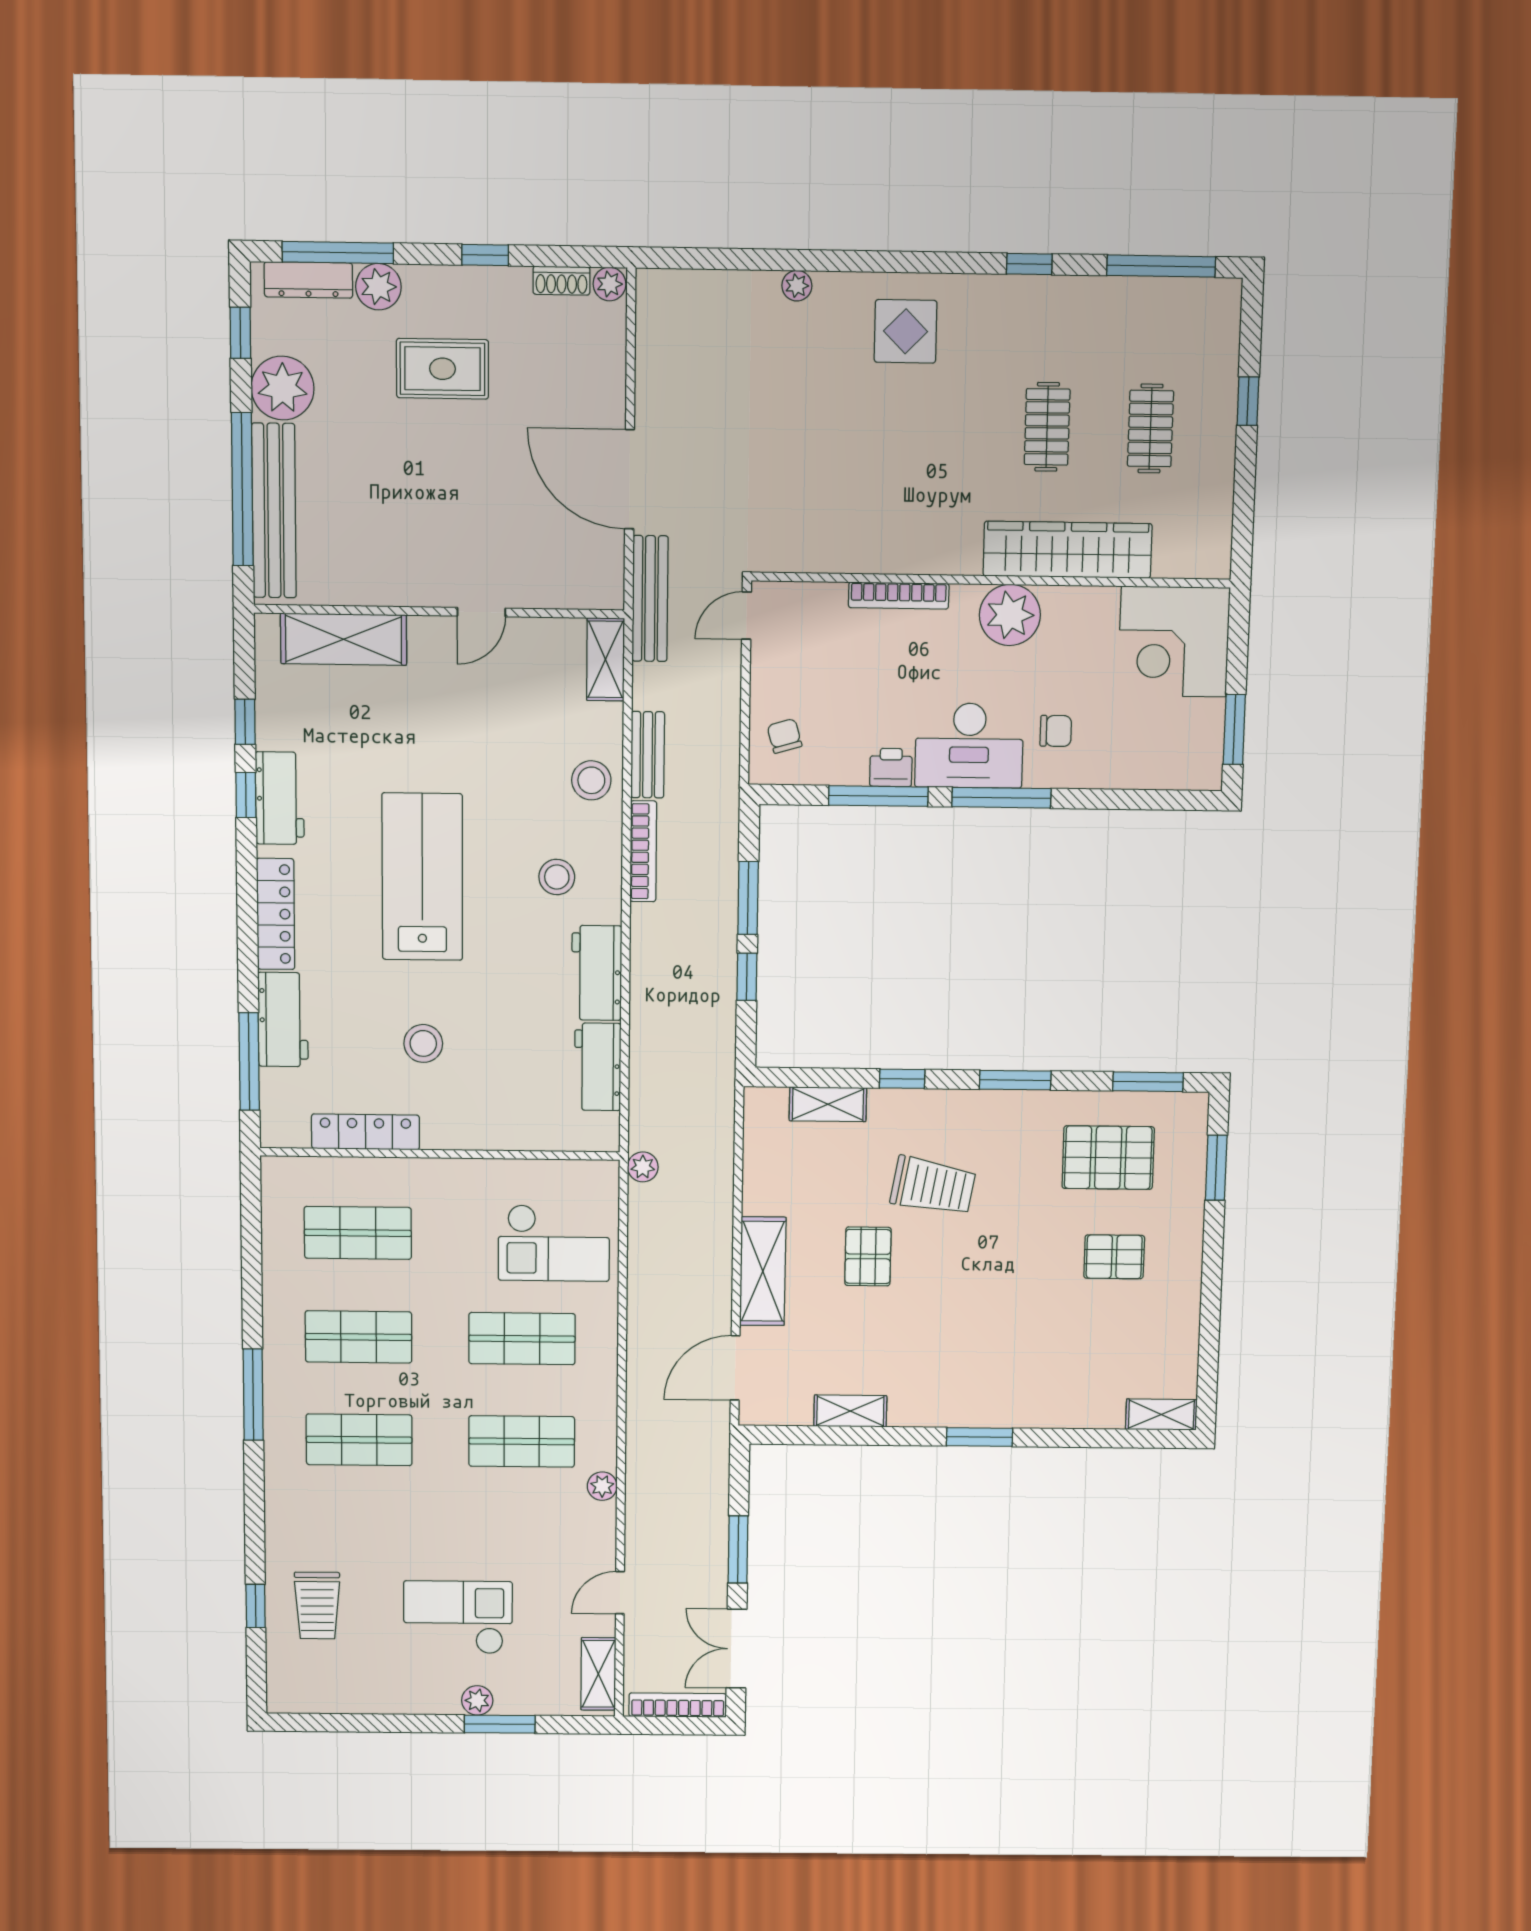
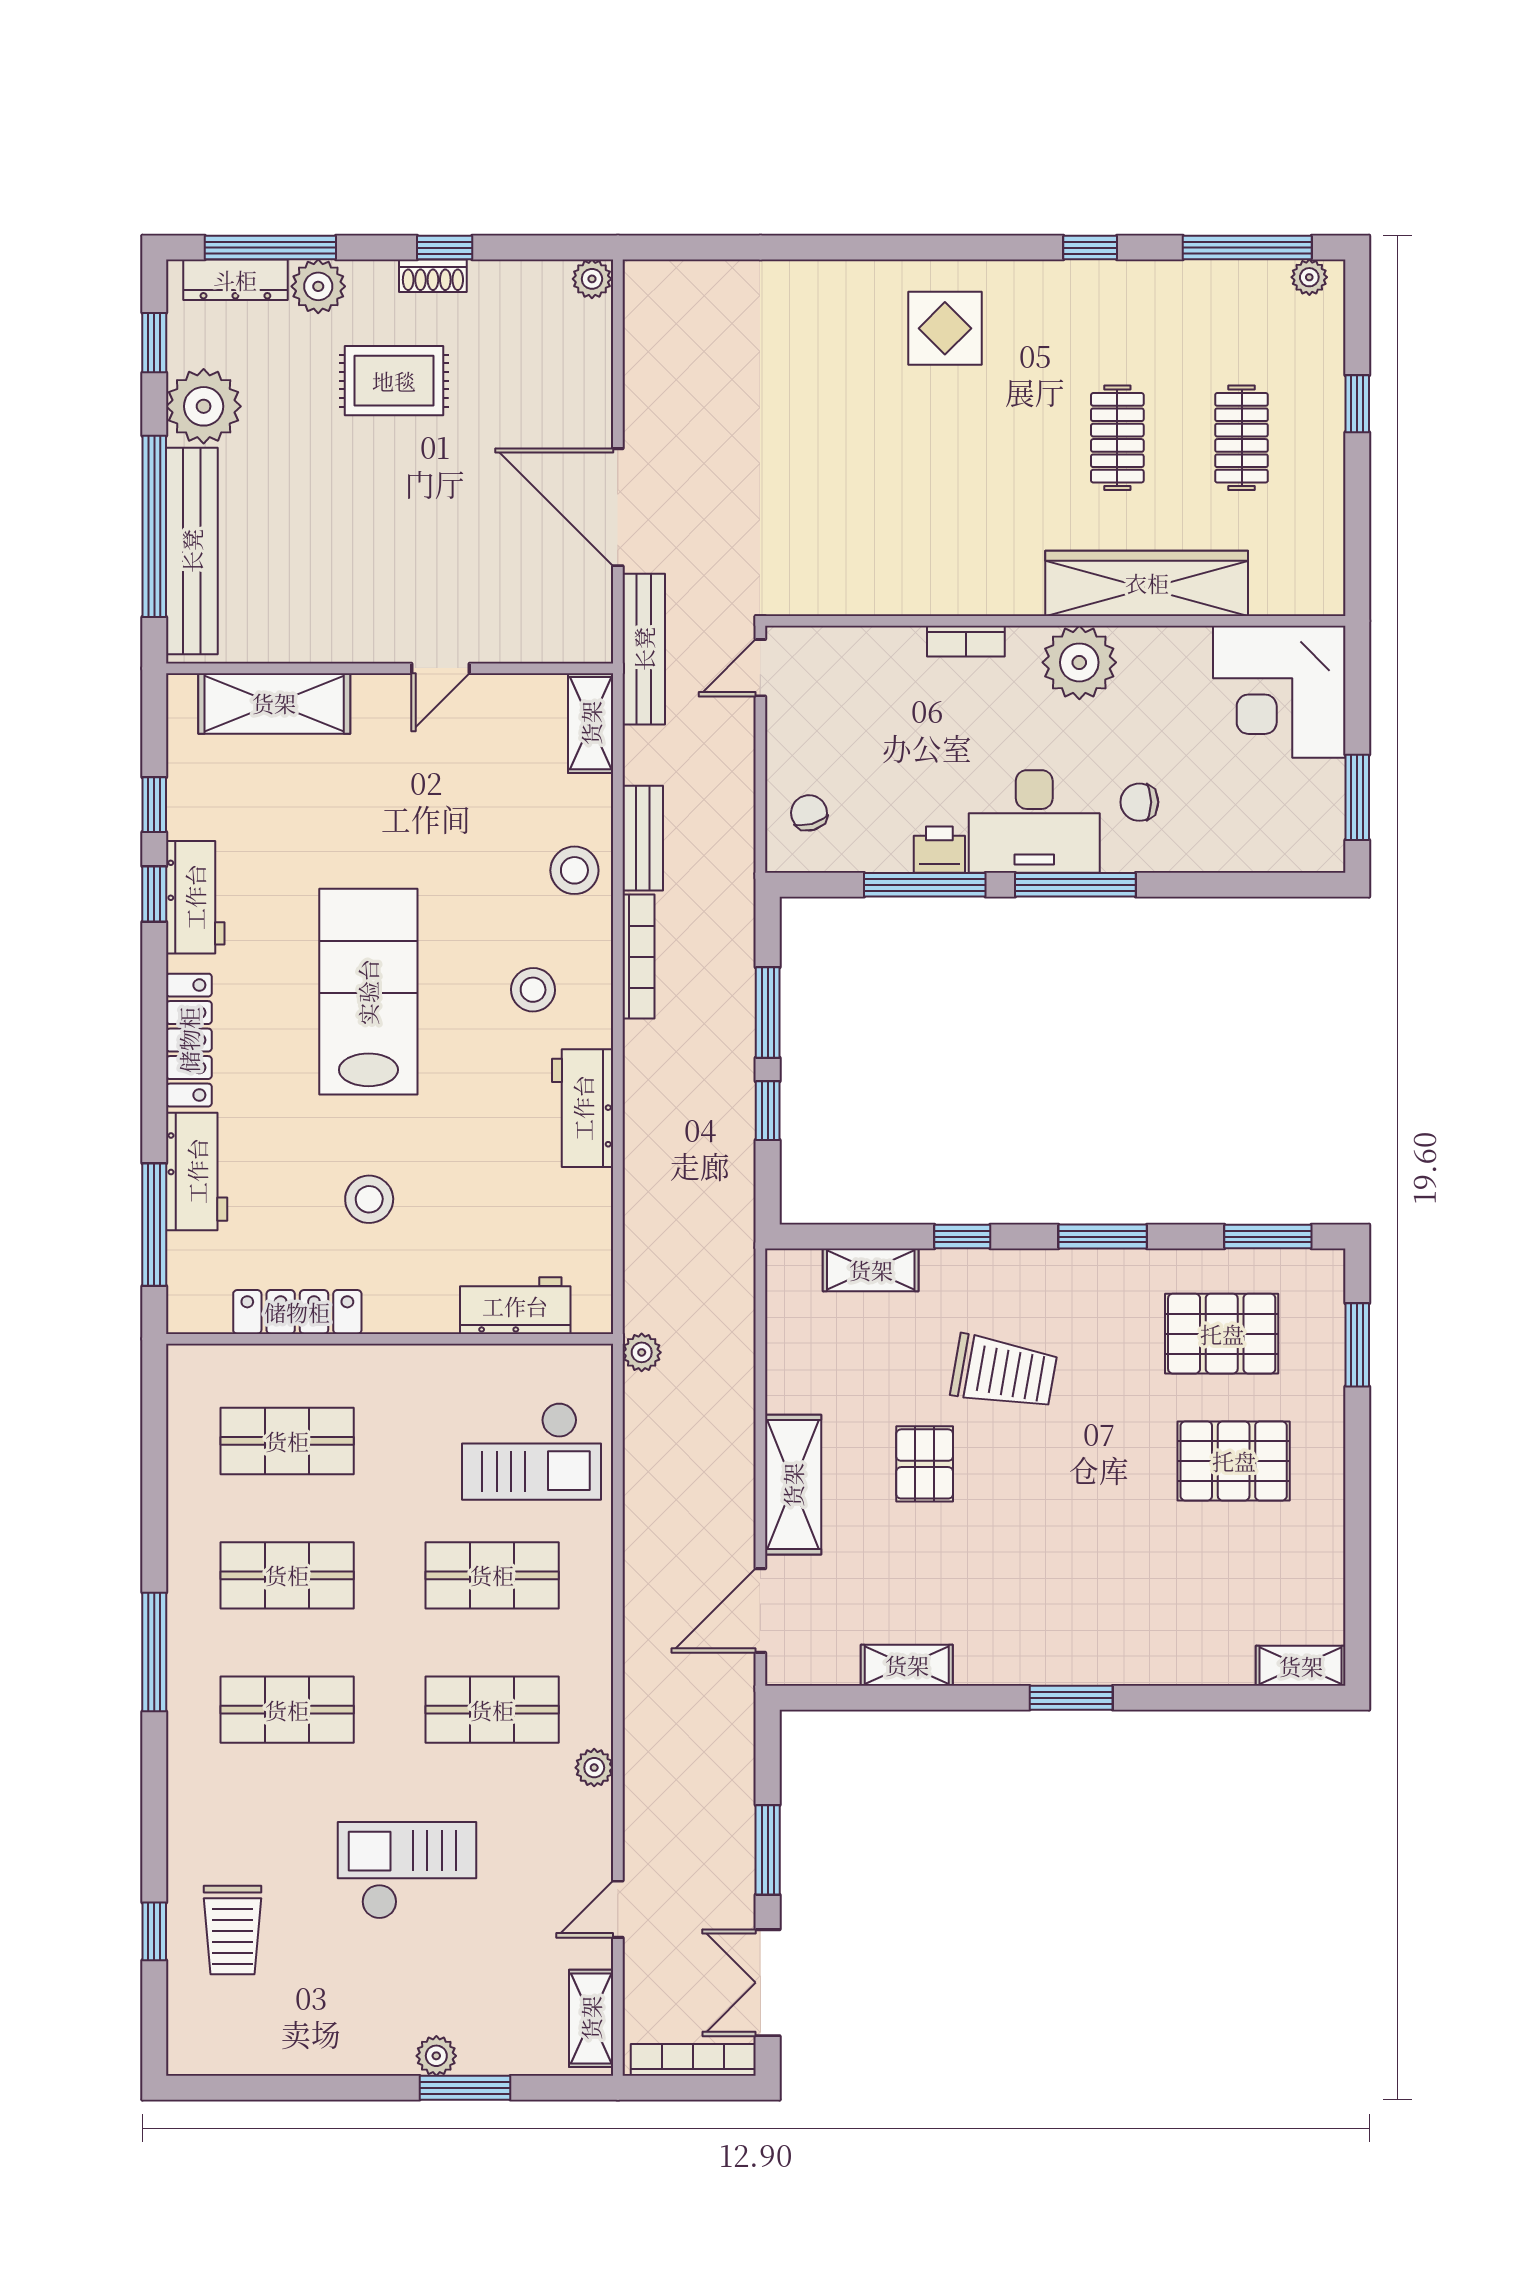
shoe rack: (561, 281) -> (433, 276), moved
plant: (797, 286) -> (1309, 277), moved
bookcase: (899, 596) -> (966, 641), width x0.64
chair: (1056, 731) -> (1139, 802), turned 180
workbench: (598, 1067) -> (515, 1306), moved, turned 90
pallet: (1114, 1257) -> (1234, 1461), width x1.50, depth x1.42
checkout: (458, 1617) -> (407, 1871), moved

